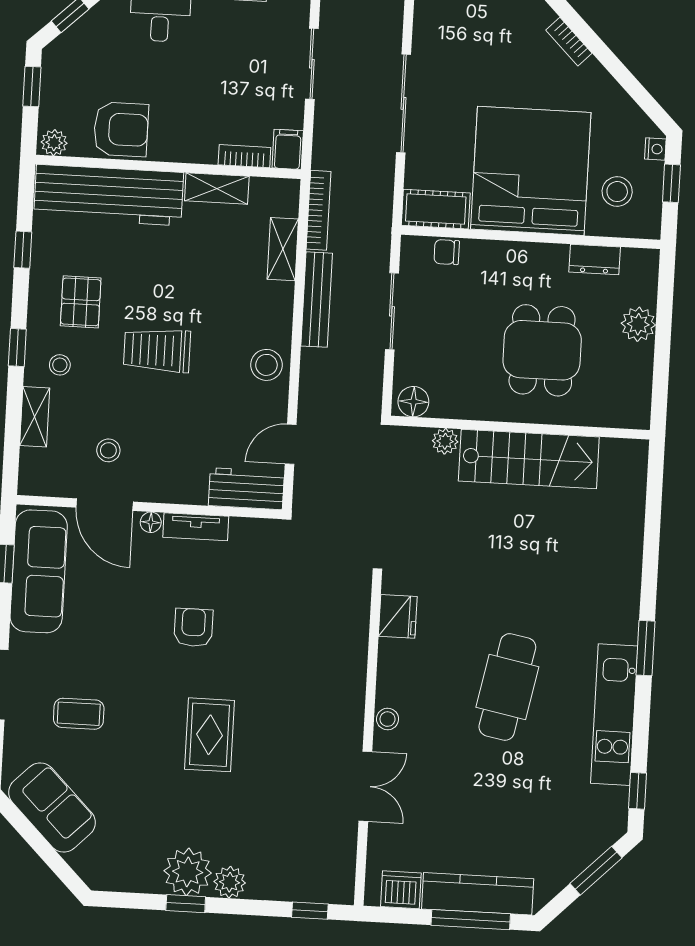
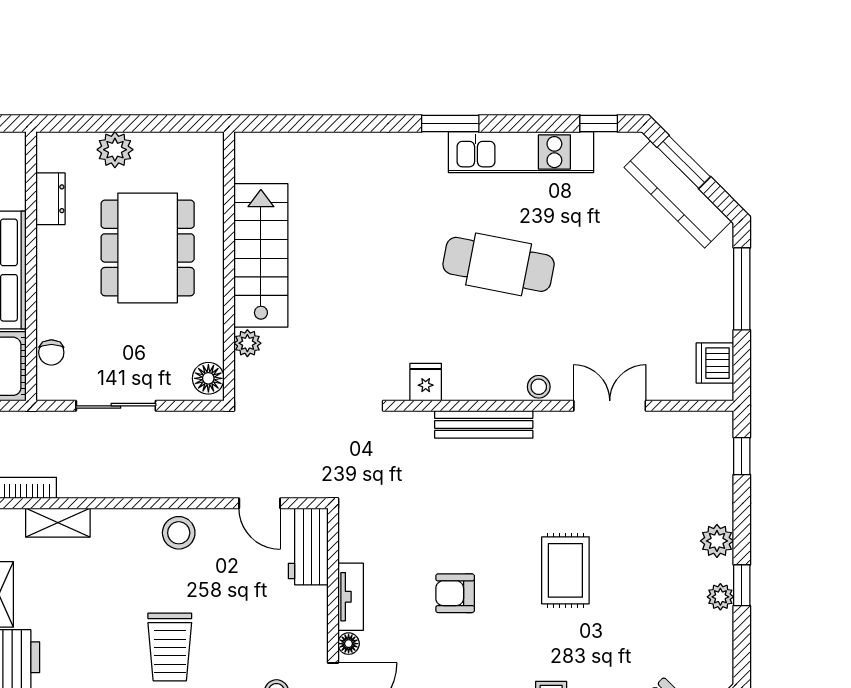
bench: (317, 300) -> (484, 424), moved
dining table: (542, 350) -> (148, 248), width x1.38
fridge: (398, 616) -> (426, 382), width x0.72
rug: (210, 735) -> (565, 570), turned 90
plant: (188, 872) -> (720, 597), width x0.53, depth x0.53
kitchen counter: (478, 894) -> (678, 194), moved, turned -45

